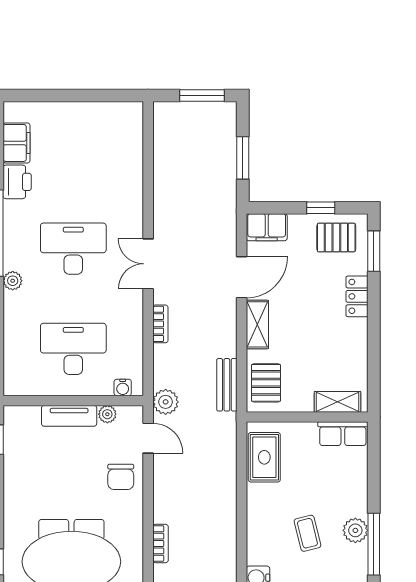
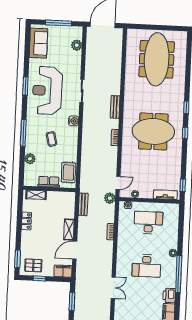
double door: (148, 264) -> (113, 288), moved
locker: (357, 296) -> (26, 221), moved
desk: (73, 349) -> (148, 223), turned 180
pallet: (266, 383) -> (66, 204), removed
tv unit: (69, 416) -> (165, 195), moved
row of seats: (343, 434) -> (49, 182), moved
door: (148, 438) -> (118, 183), swing flipped
chair: (121, 477) -> (130, 167), removed
plant: (355, 530) -> (30, 159), moved

